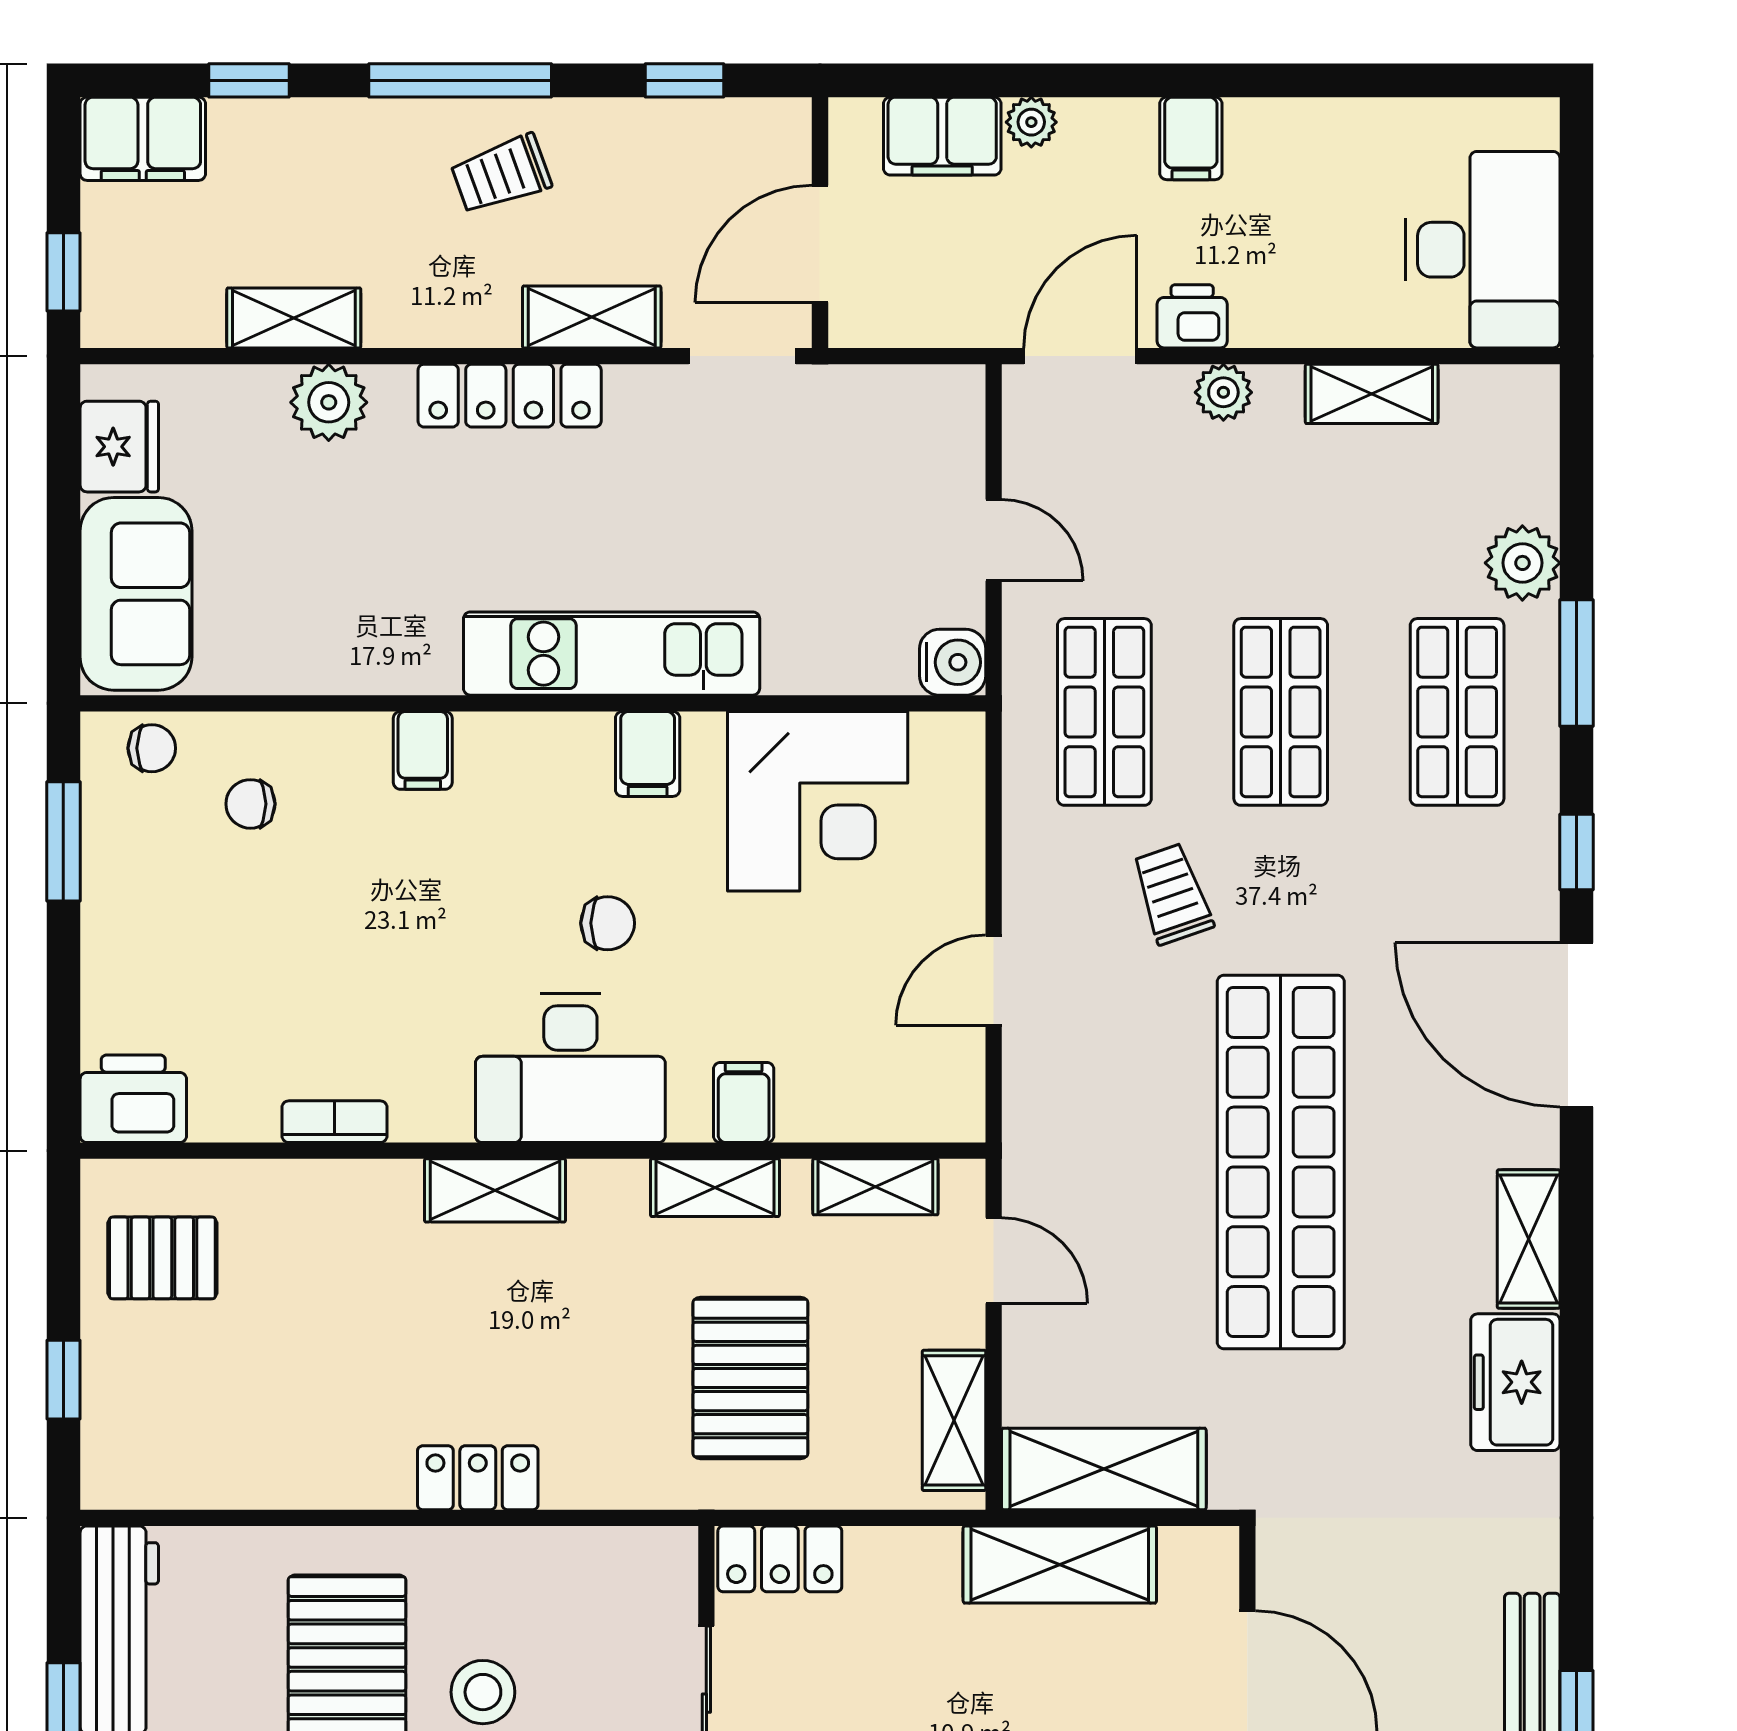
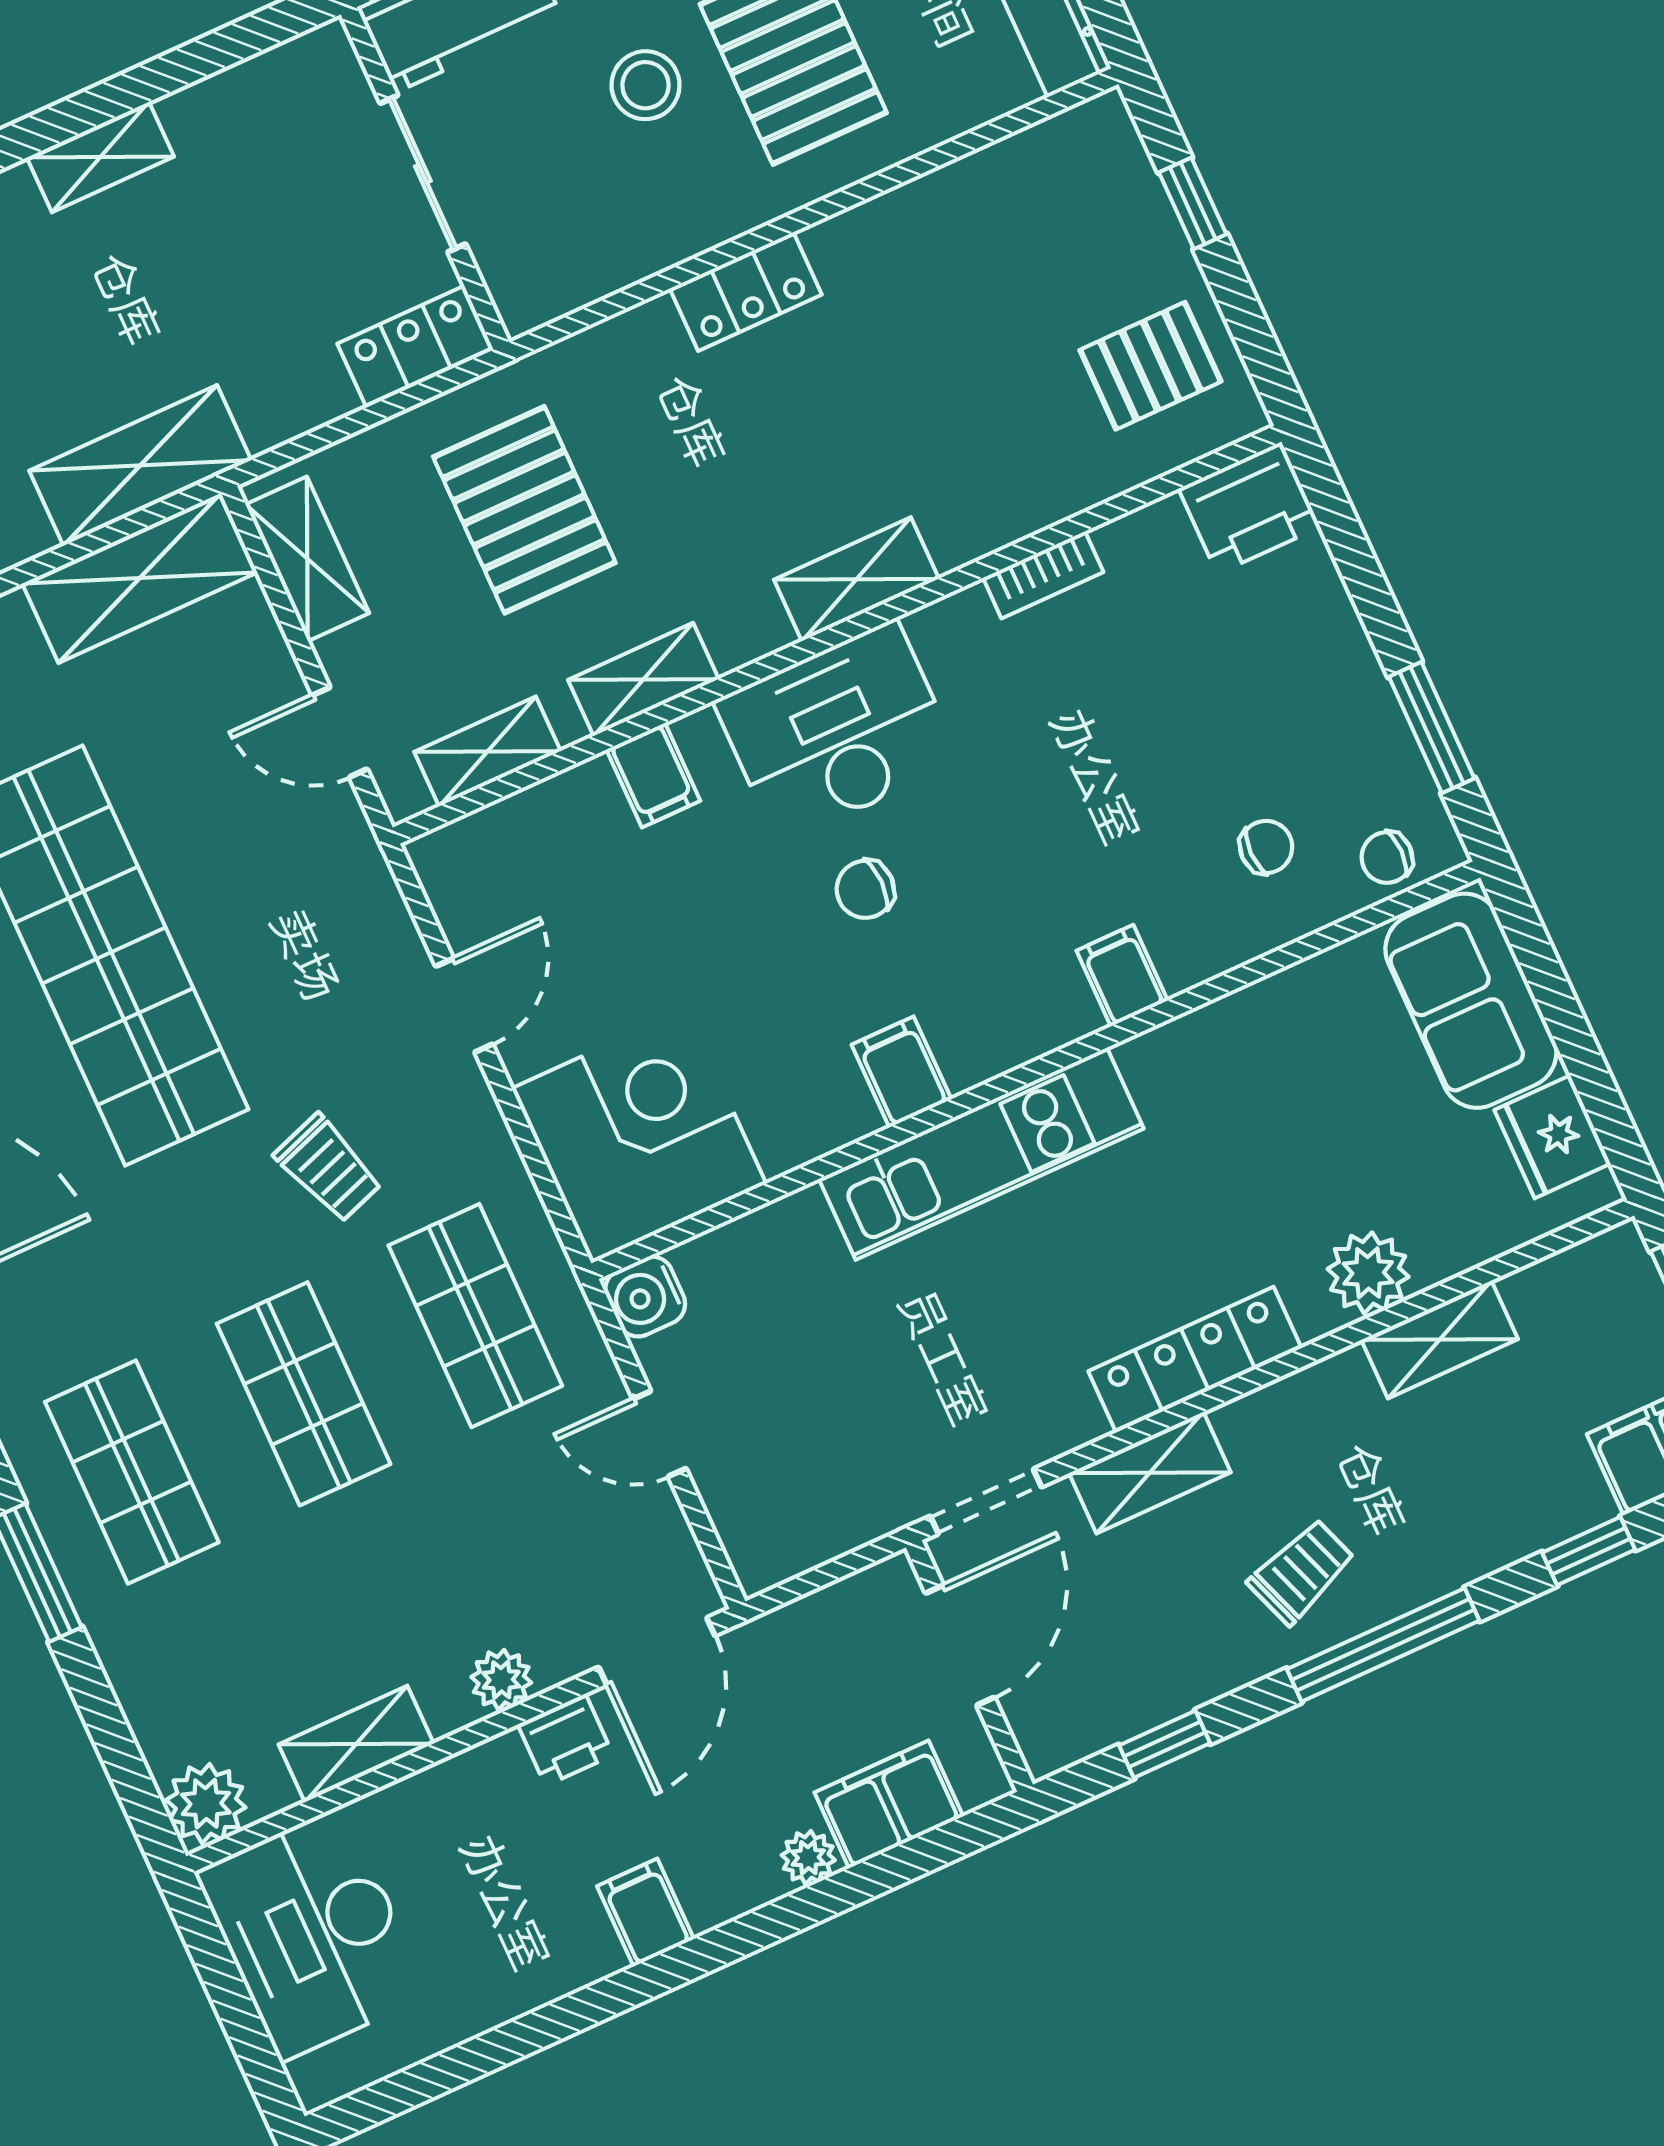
plant: (1522, 563) -> (206, 1804), moved
corner desk: (818, 801) -> (639, 1136), moved, turned 90

